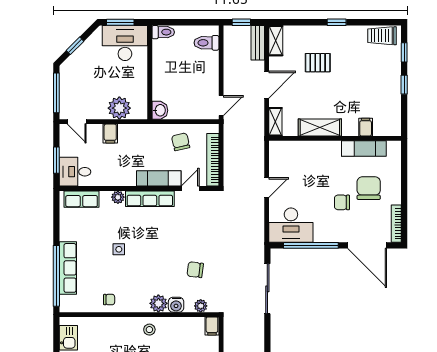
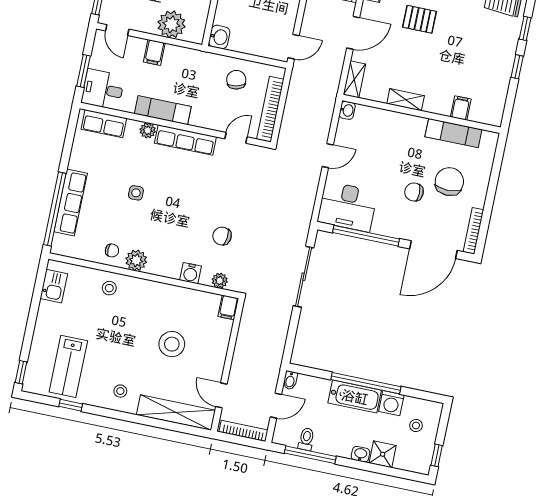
shelving: (320, 128) -> (406, 100), width x0.67, depth x0.75
washbasin: (275, 148) -> (347, 110), added
exam couch: (159, 178) -> (163, 110), moved
door: (367, 245) -> (433, 250), hinge flipped
plant: (158, 303) -> (136, 260), moved
stool: (149, 330) -> (109, 288), moved

